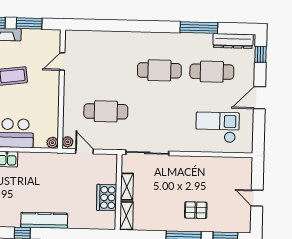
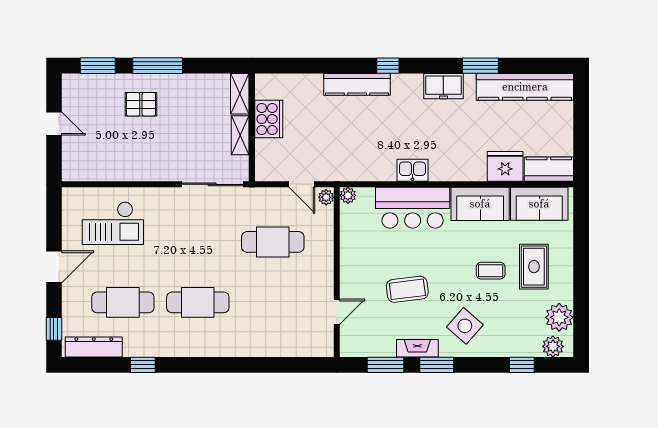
window: (199, 28) -> (143, 365), width x0.46

